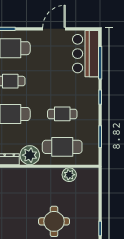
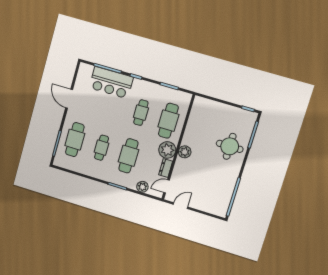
bar counter: (86, 54) -> (111, 83), moved
plant: (69, 175) -> (185, 152), moved

